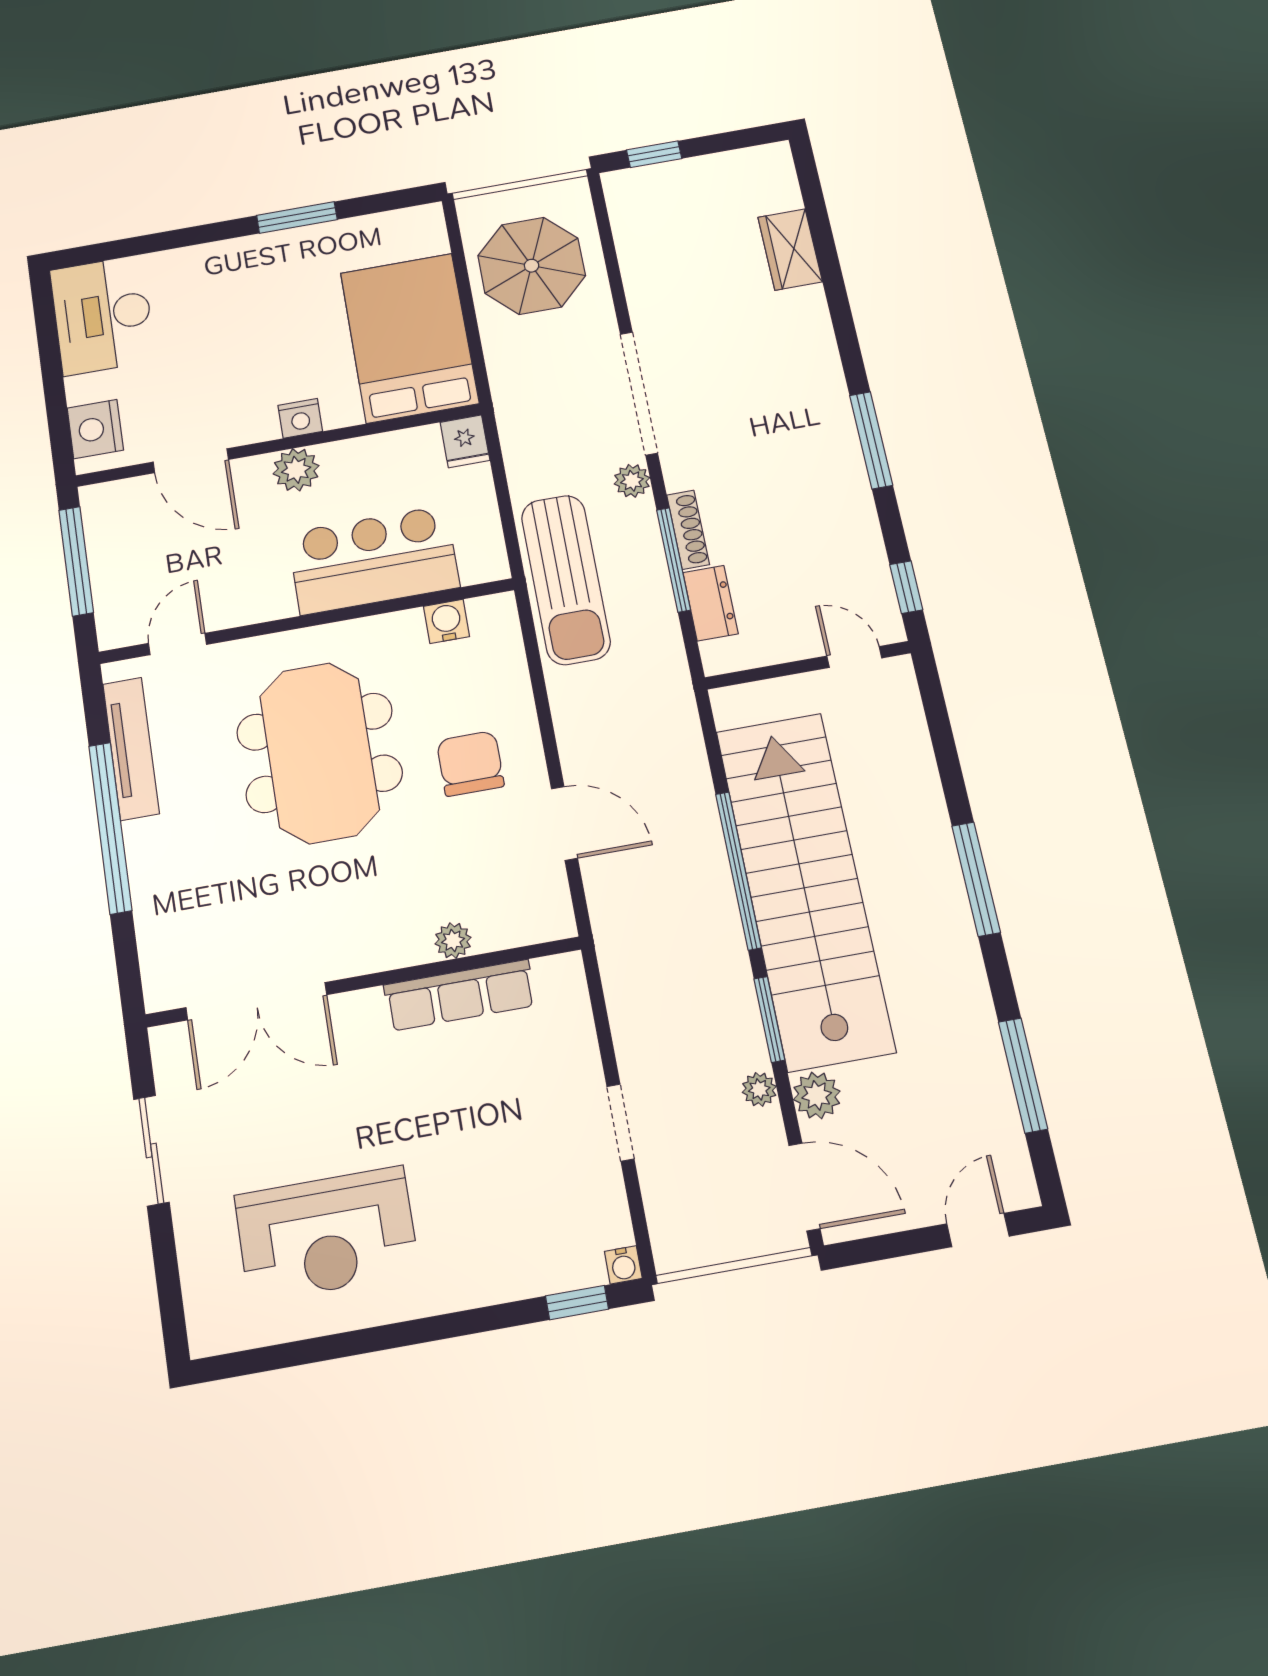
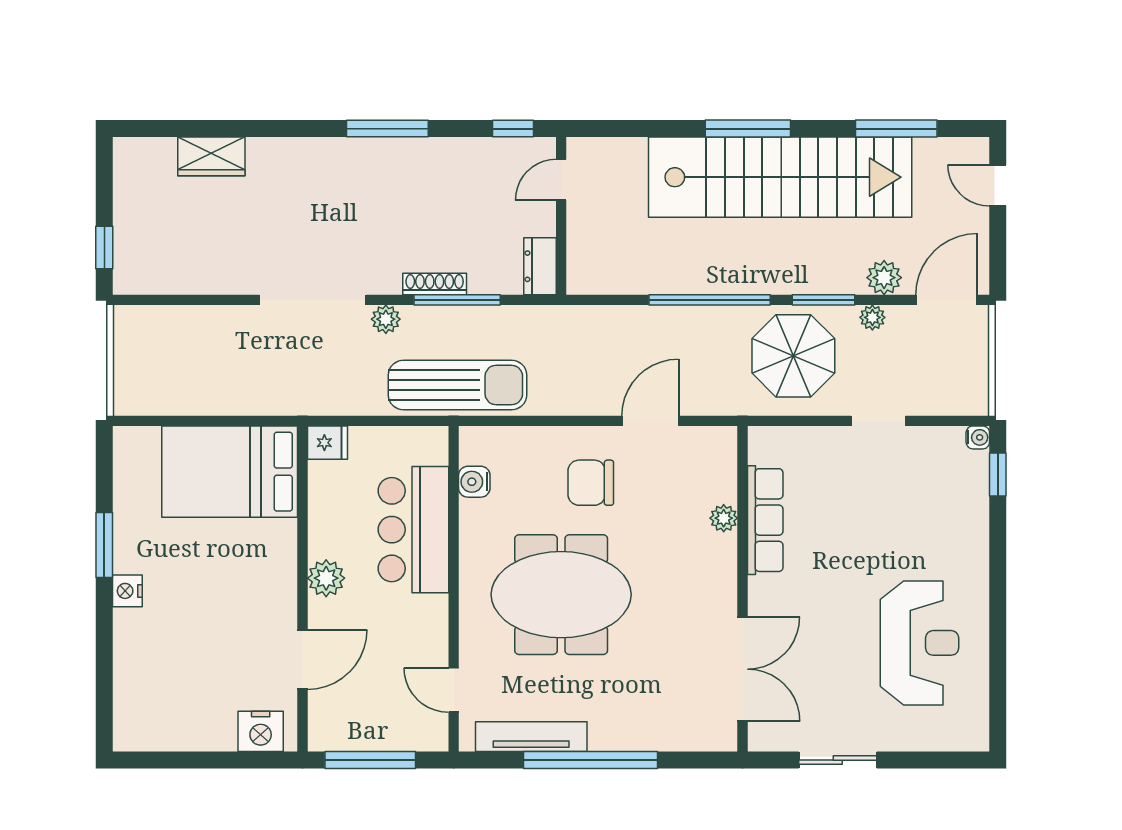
parasol: (532, 266) -> (793, 356), moved
desk: (103, 315) -> (161, 713), removed
nightstand: (300, 418) -> (127, 591), moved, turned 180
dresser: (711, 603) -> (540, 266), moved, turned -90
stairs: (804, 889) -> (780, 177), moved, turned 180

